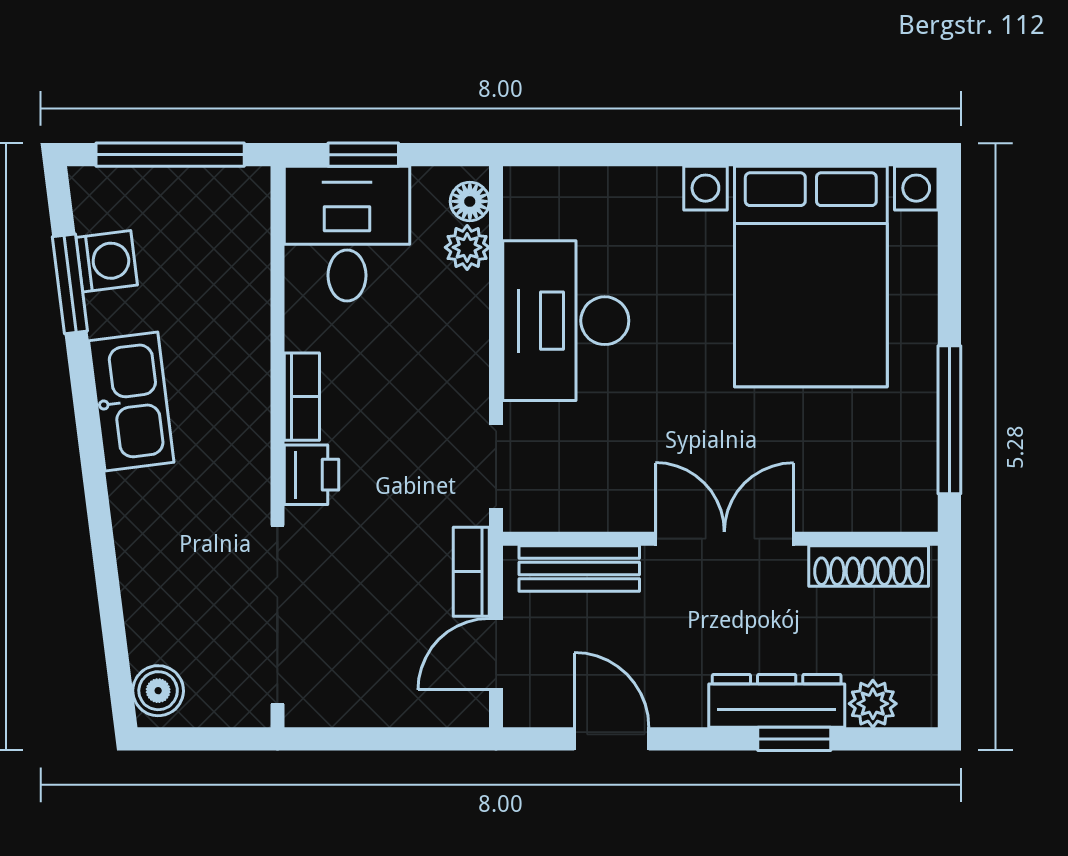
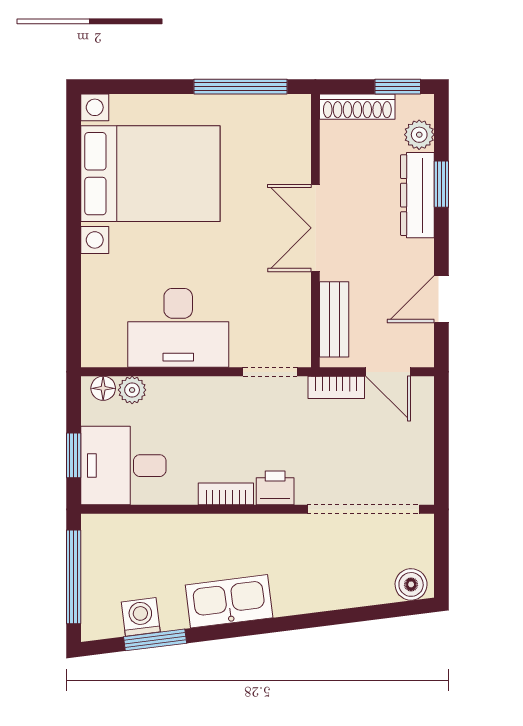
shoe rack: (869, 566) -> (357, 107), moved, turned 90
window: (949, 670) -> (398, 87), added

